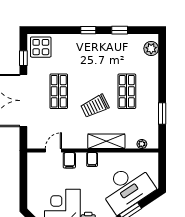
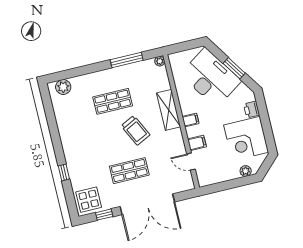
window: (88, 30) -> (64, 172), moved
window: (120, 30) -> (52, 124), removed
window: (162, 113) -> (127, 60), width x1.44
plant: (142, 144) -> (160, 61), moved
plant: (32, 199) -> (246, 171), added

